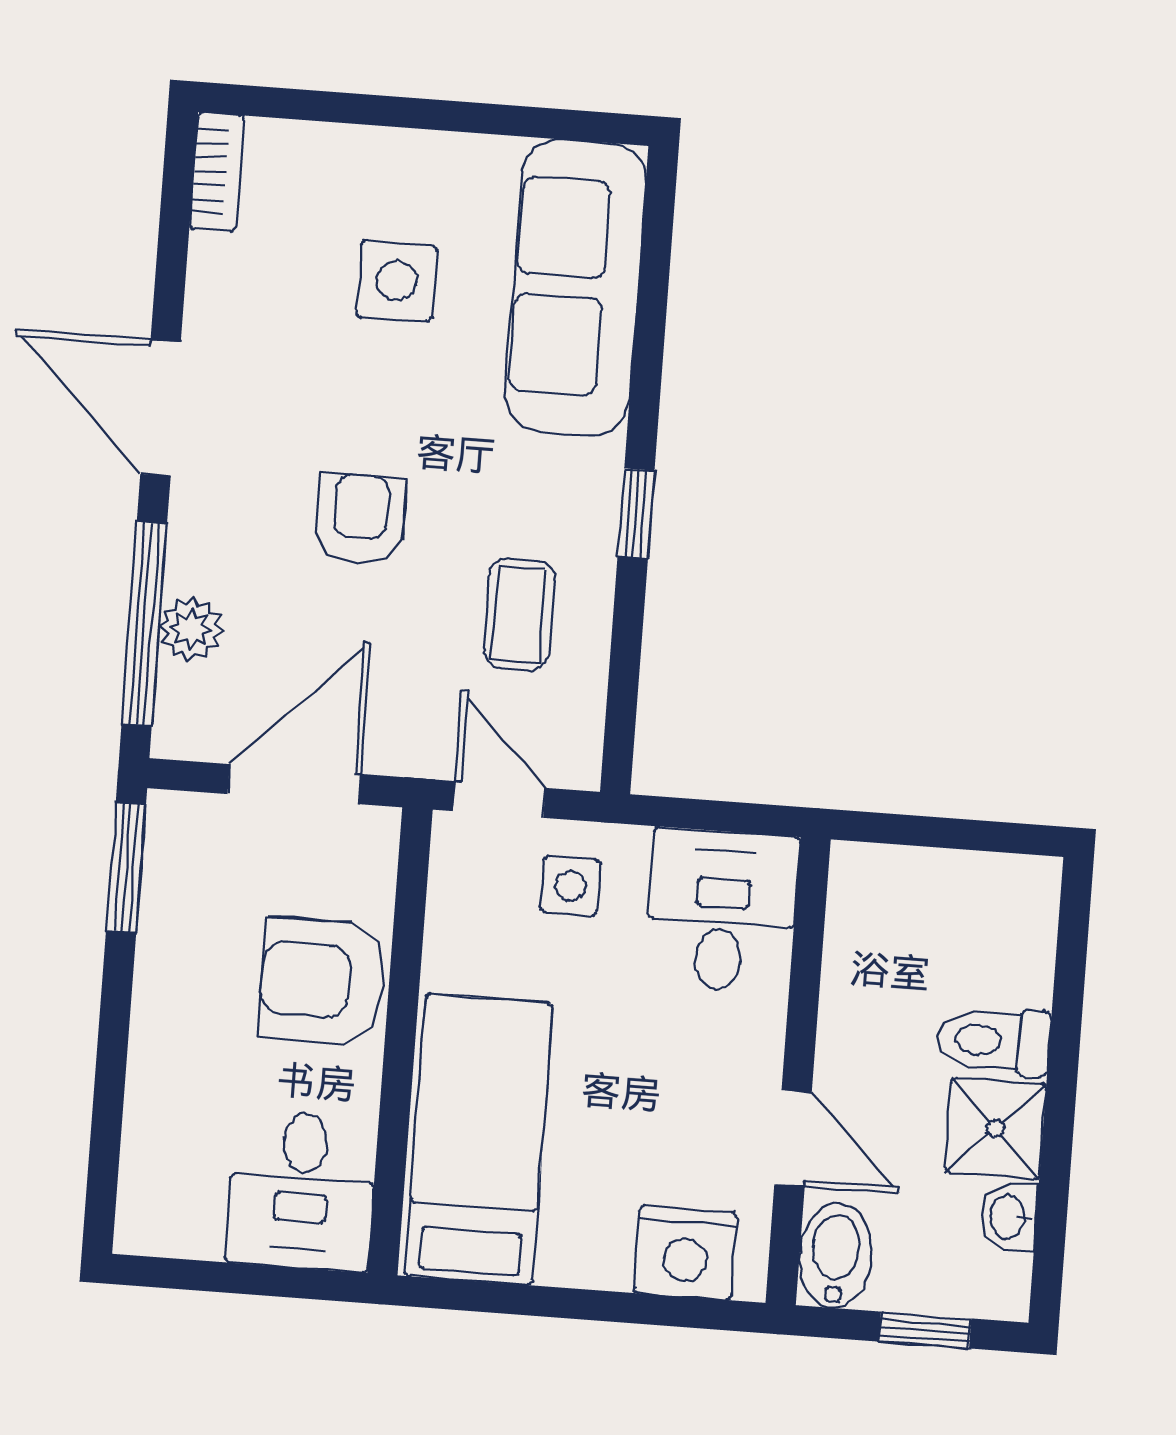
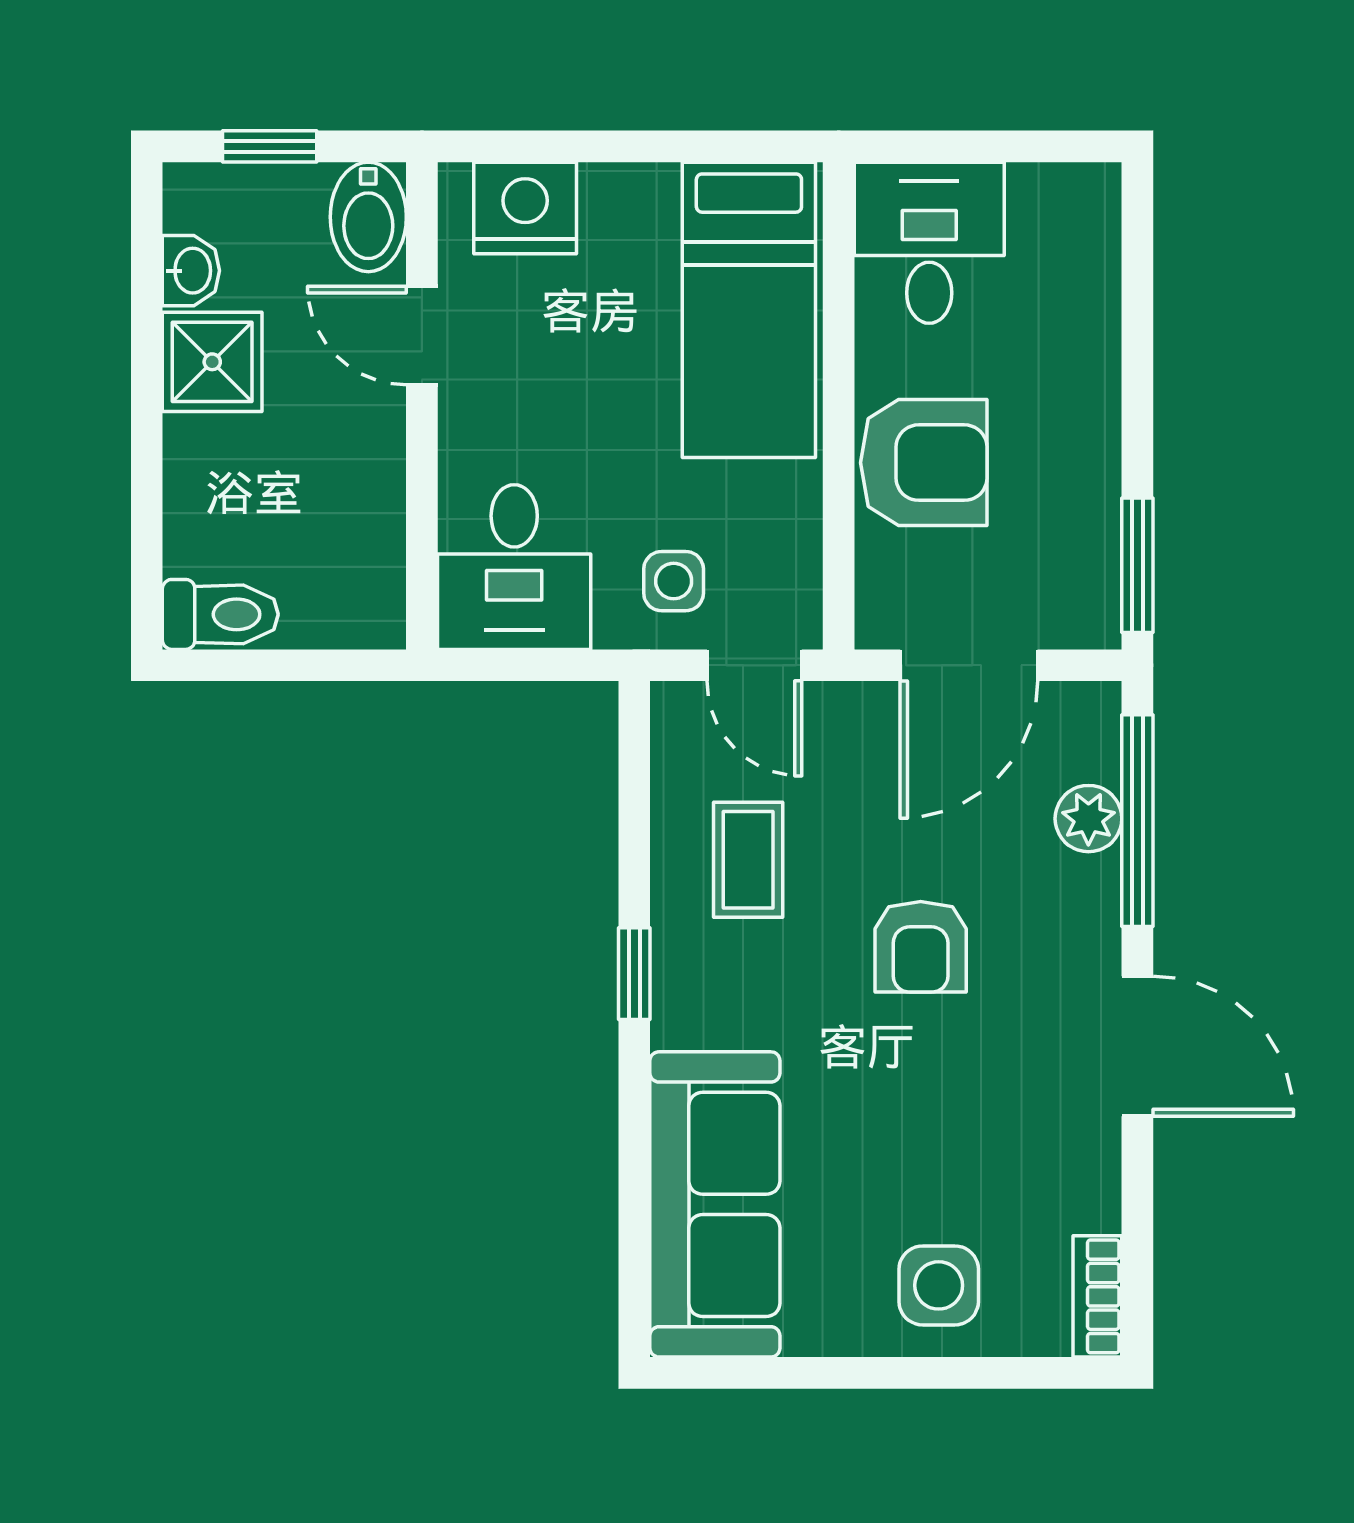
side table: (397, 281) -> (939, 1285), moved
toilet: (994, 1041) -> (220, 614), moved

